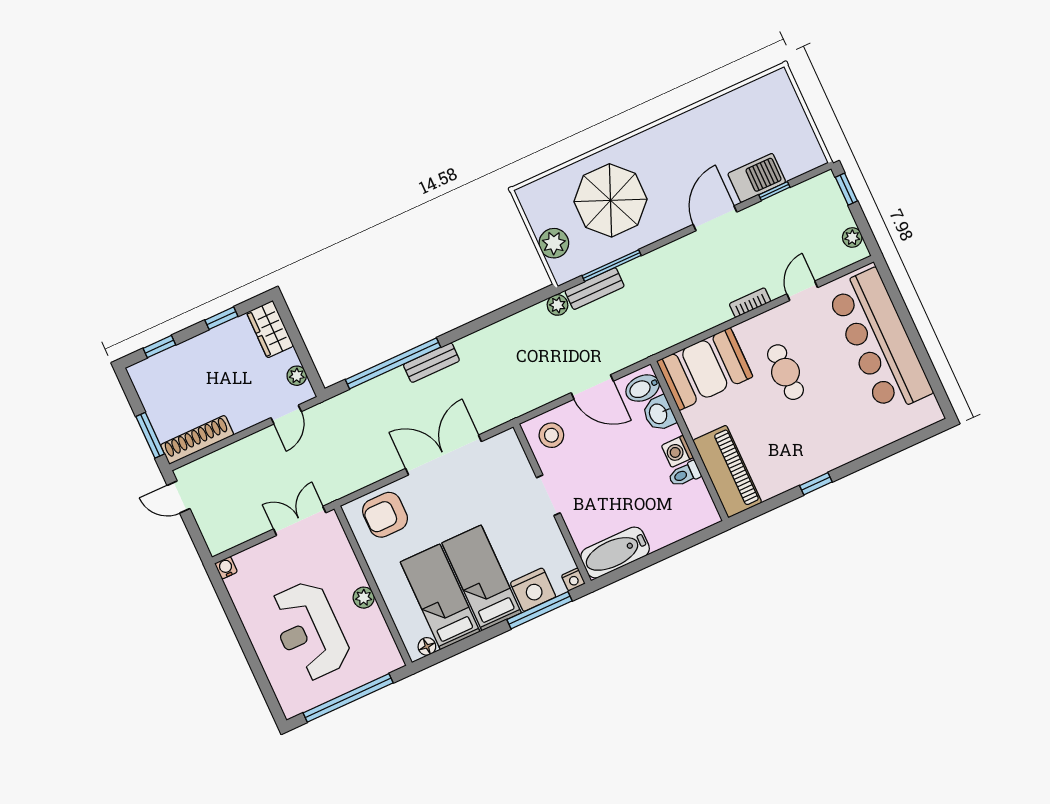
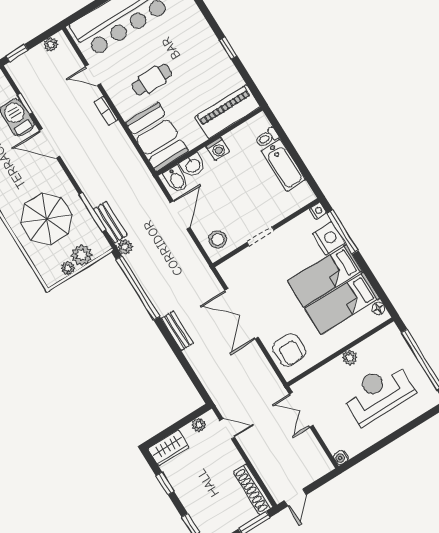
plant: (538, 221) -> (68, 268), added
window: (393, 363) -> (138, 288), moved
toilet: (685, 474) -> (267, 138), moved, turned 90
bathtub: (615, 552) -> (283, 165), moved
reception desk: (309, 631) -> (378, 393), turned 180

